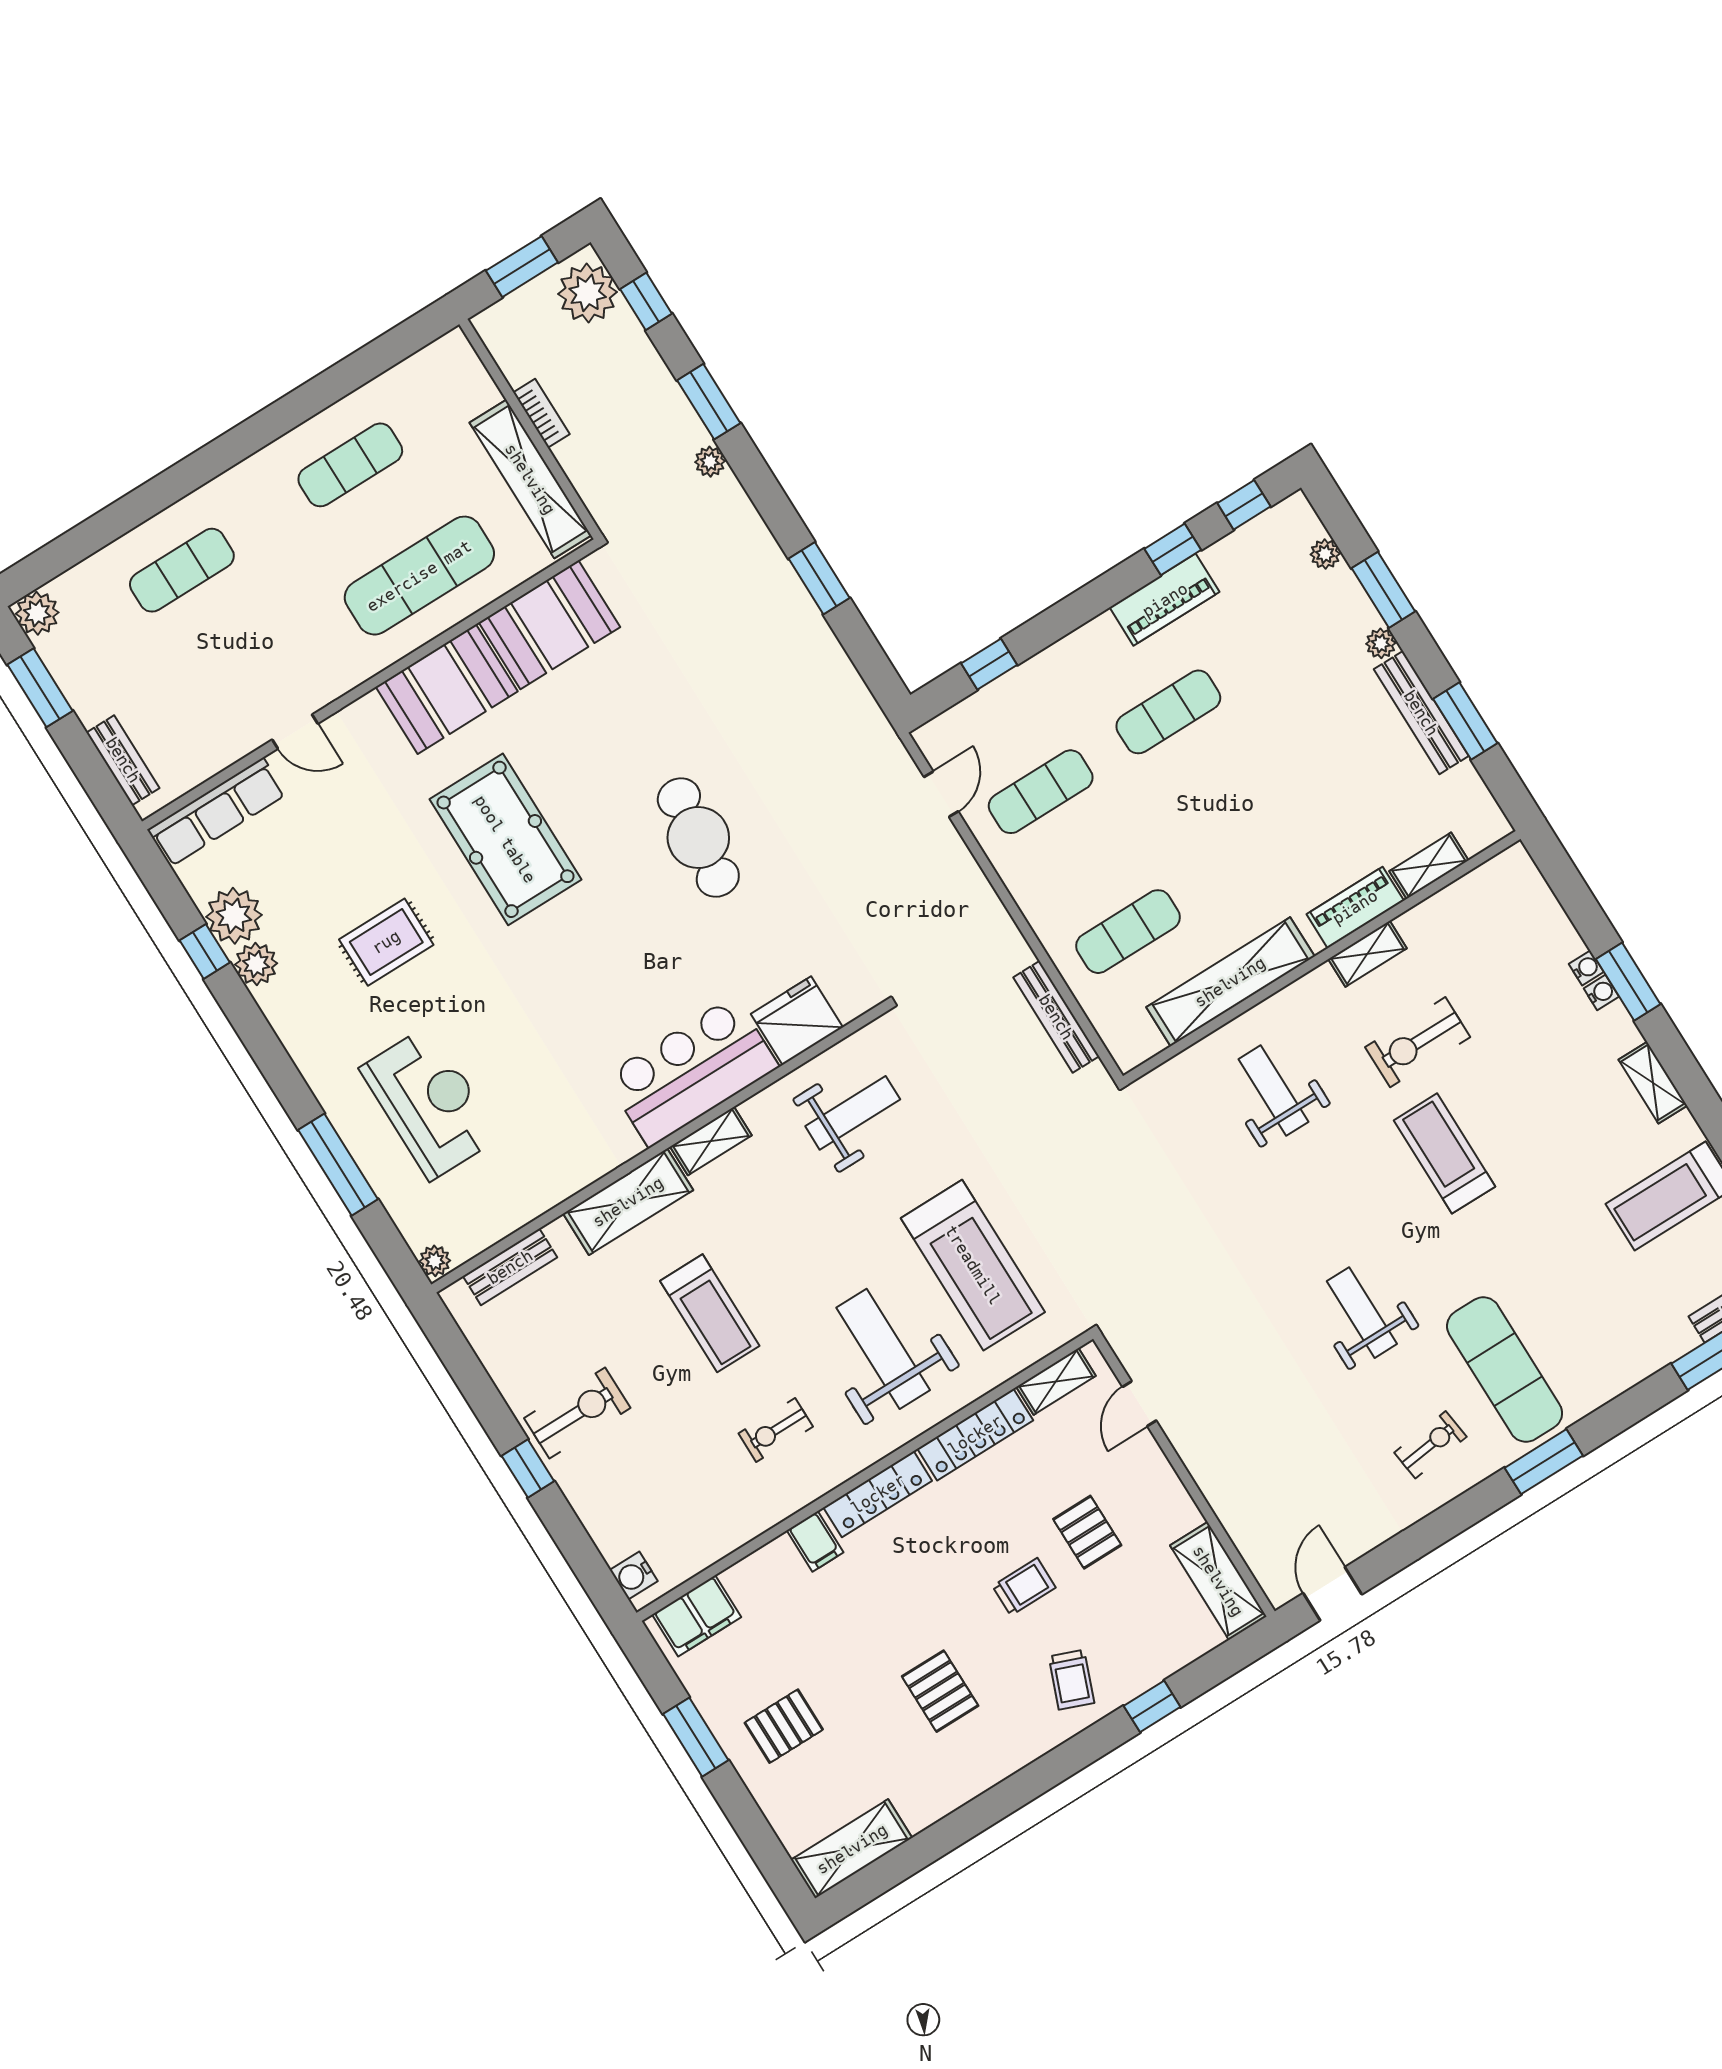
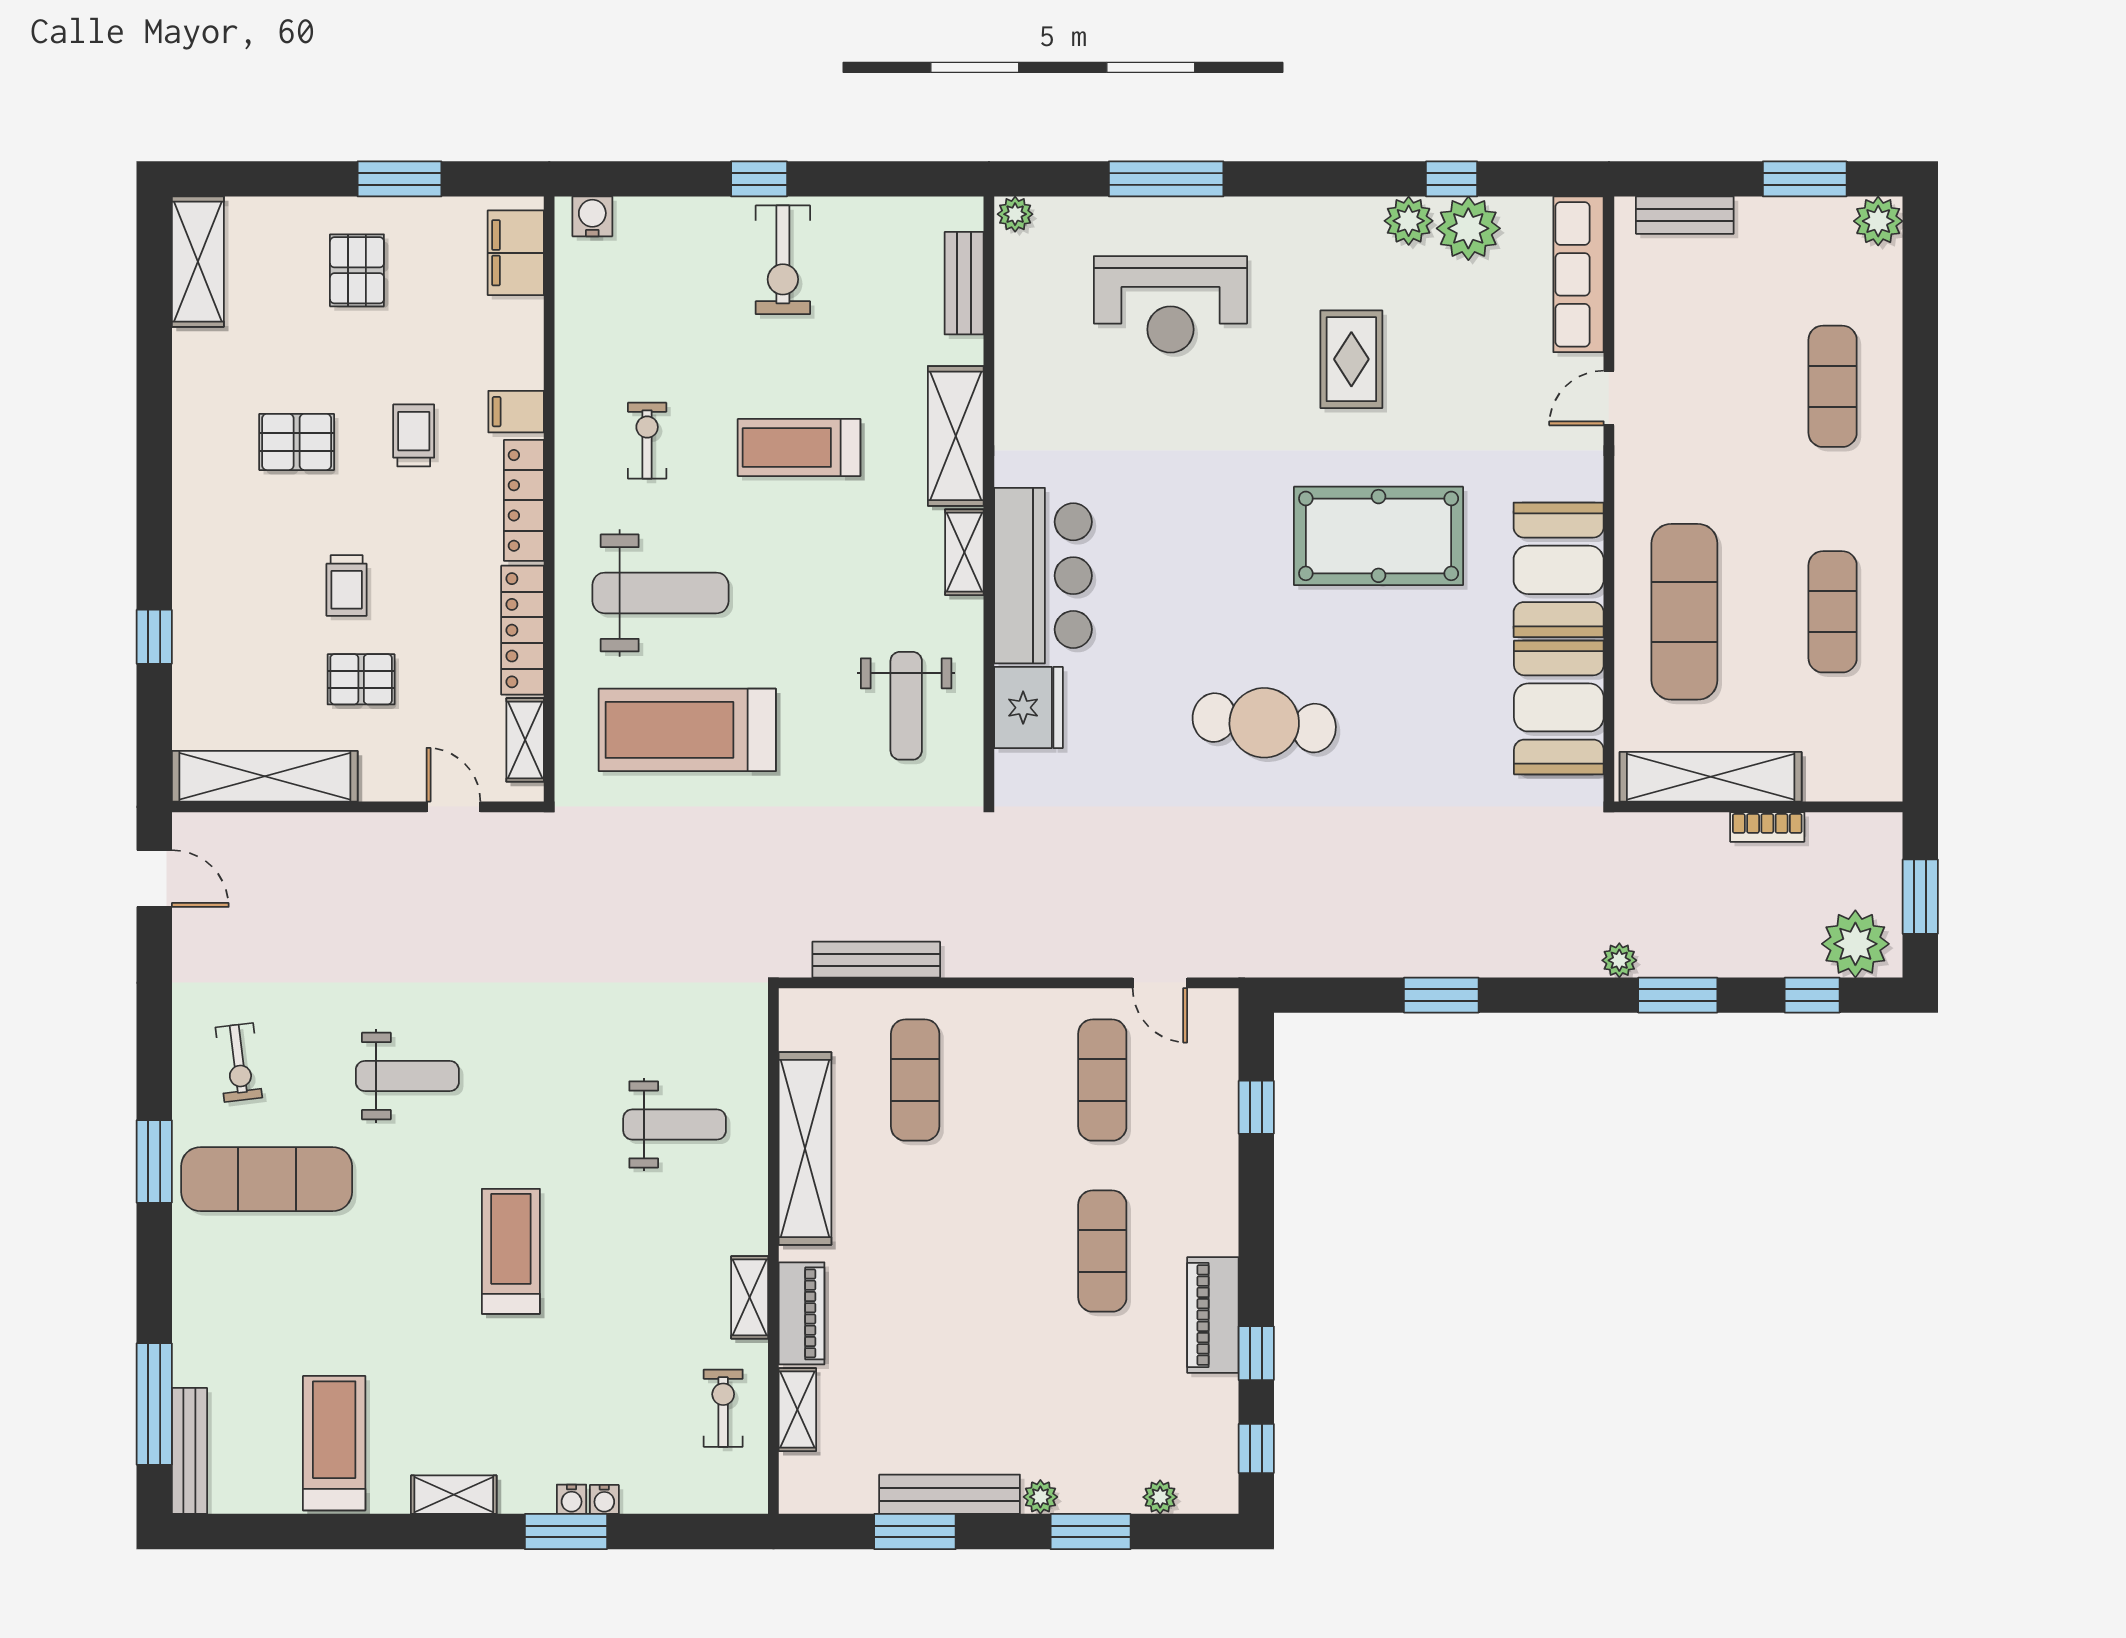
exercise bike: (1418, 1042) -> (723, 1408), moved, width x0.73, depth x0.72
treadmill: (1445, 1153) -> (511, 1251), turned -90
shelving: (1218, 1581) -> (265, 776), width x1.47
trolley: (1072, 1680) -> (414, 435), moved, turned 69

